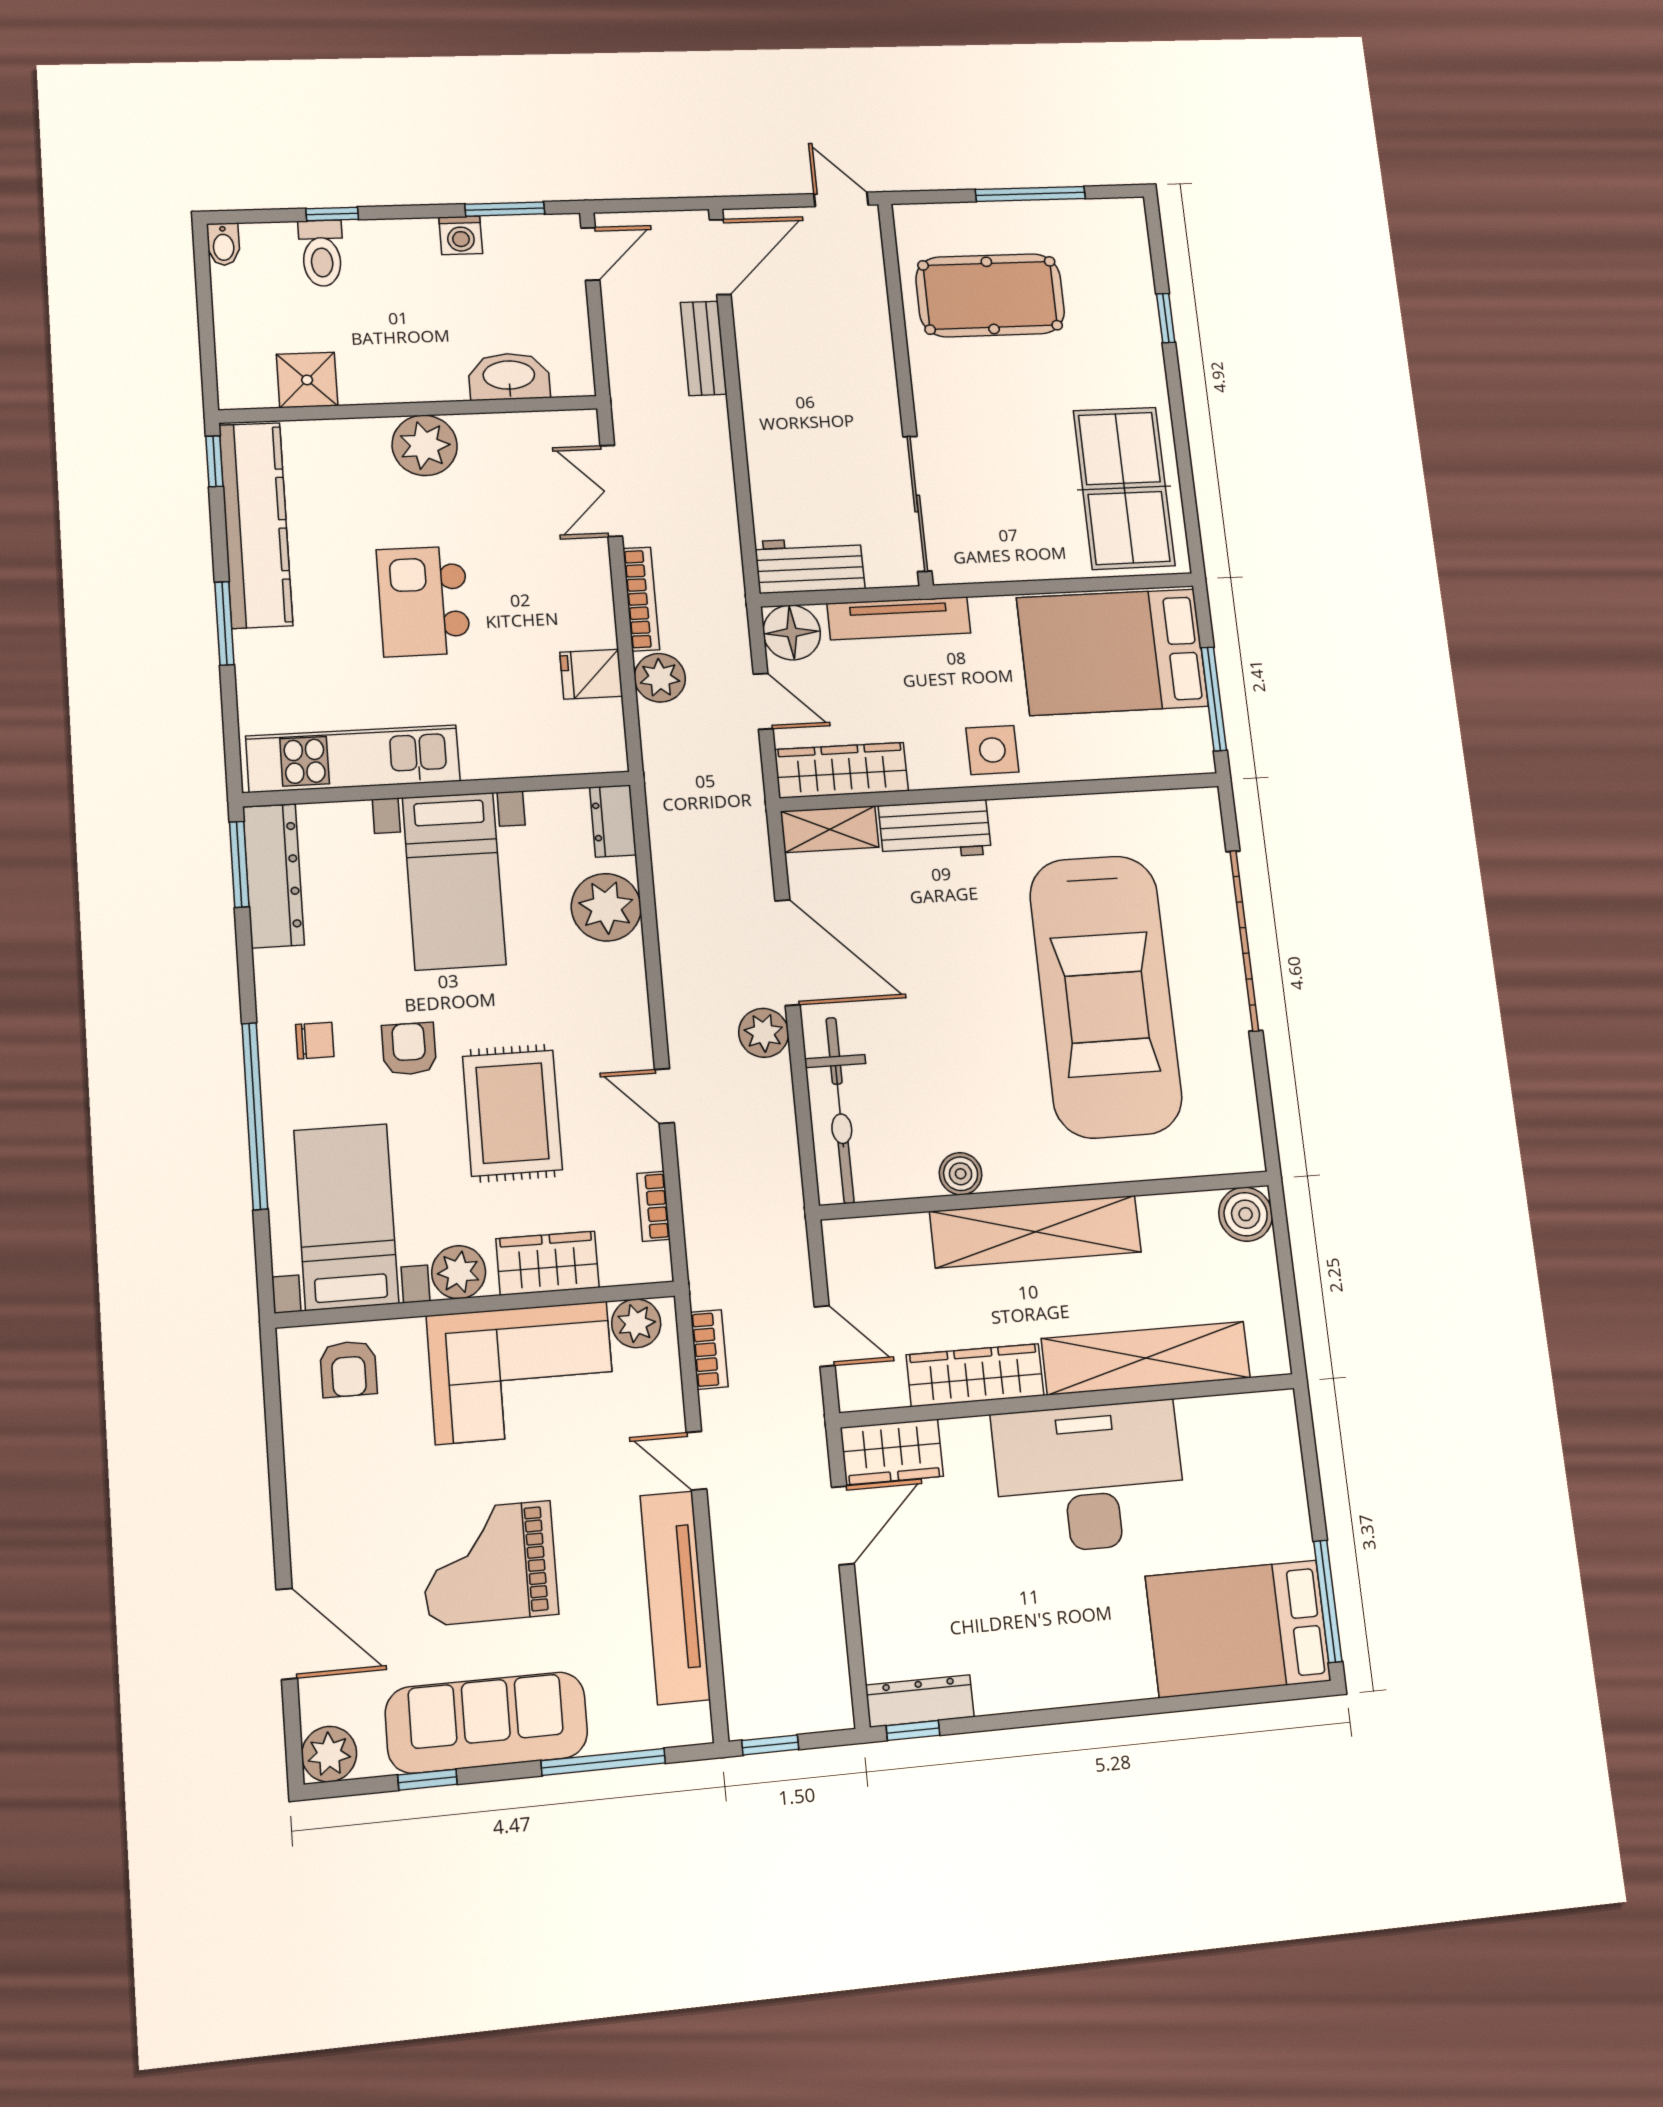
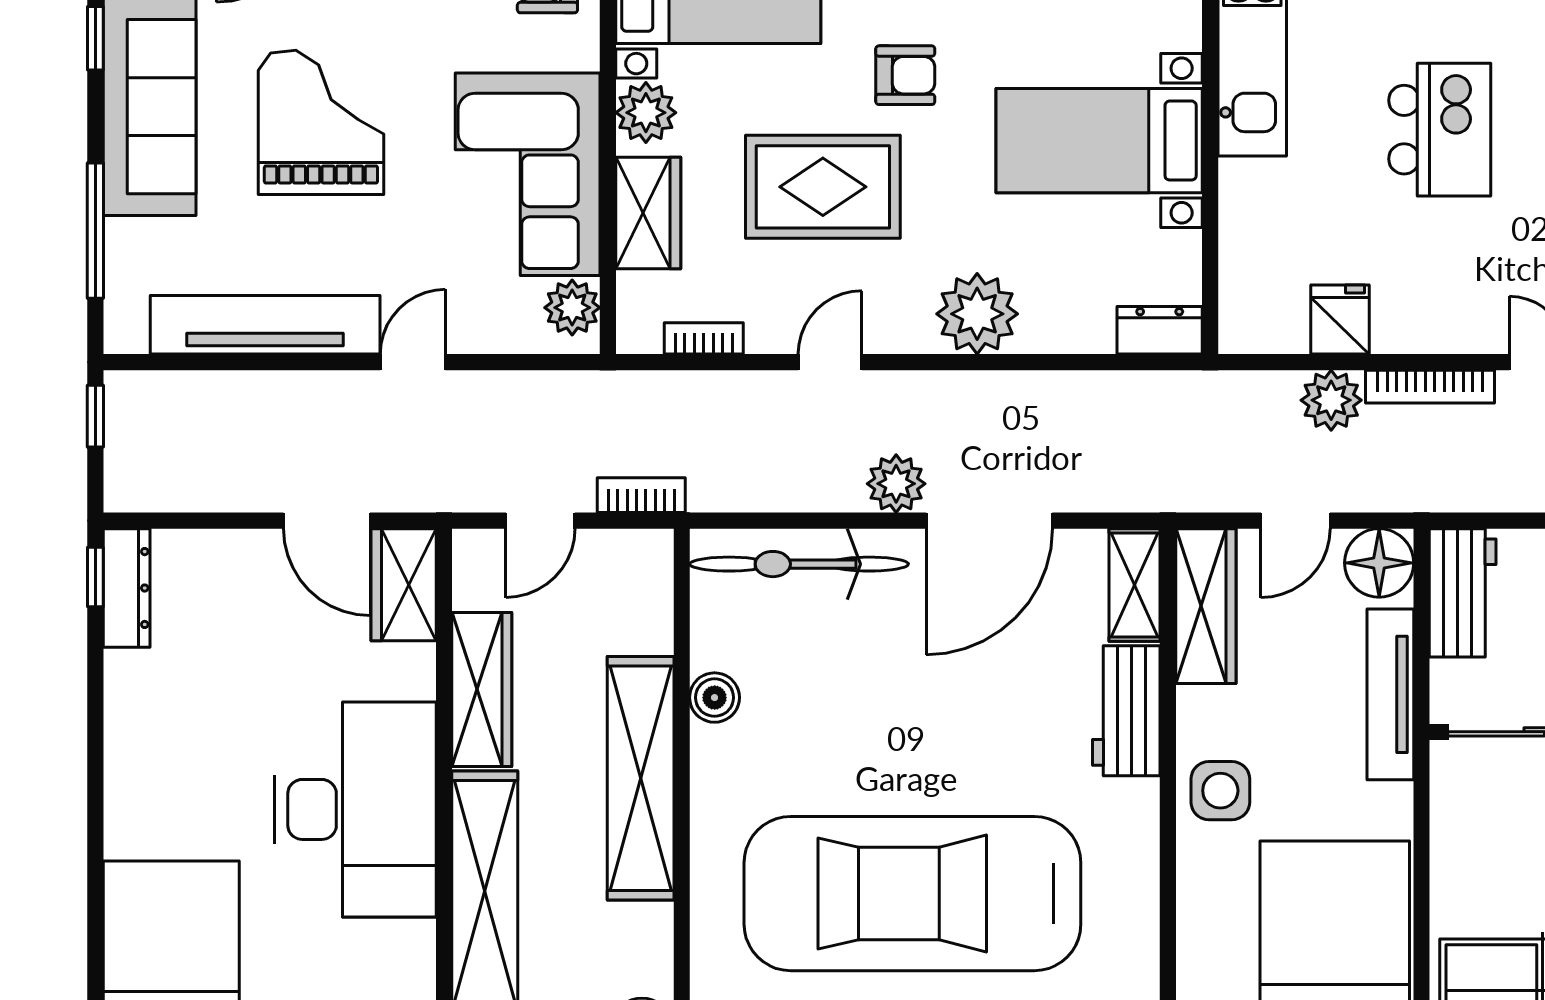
kitchen island: (424, 601) -> (1440, 130), turned 90
plant: (606, 907) -> (977, 314), moved
bookcase: (709, 1349) -> (641, 495), moved, turned 180

